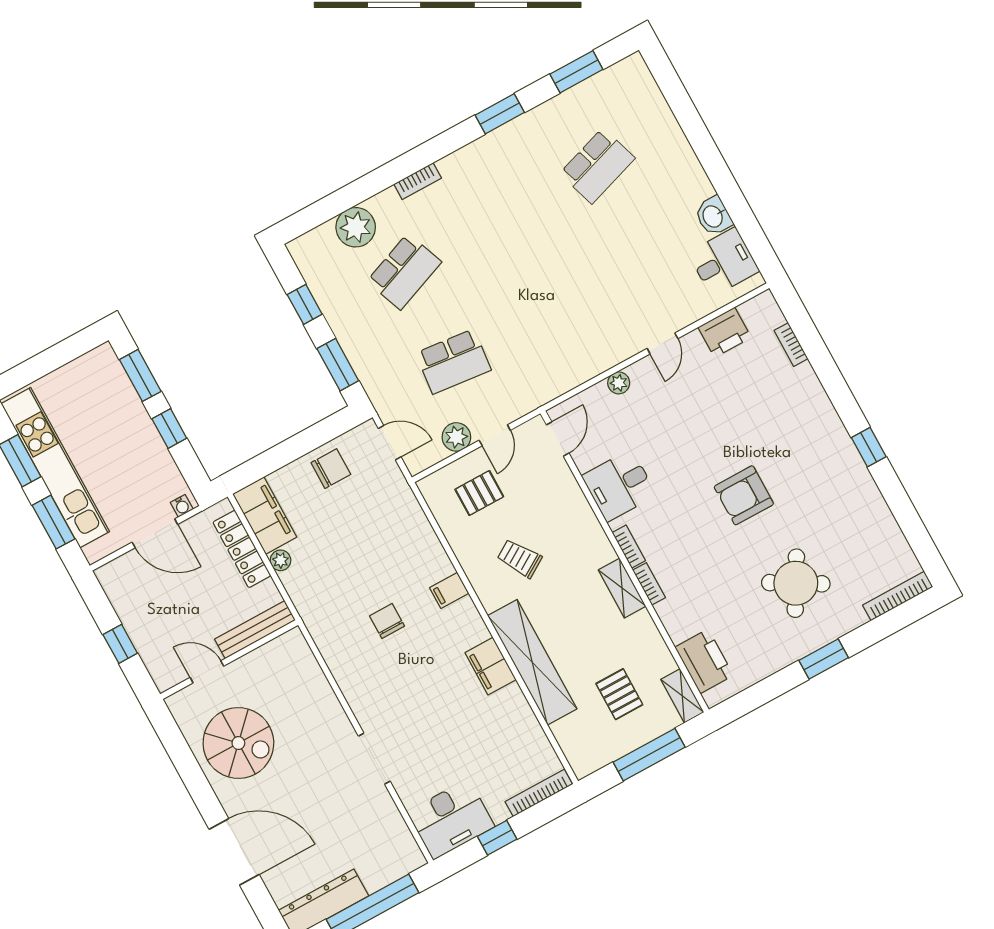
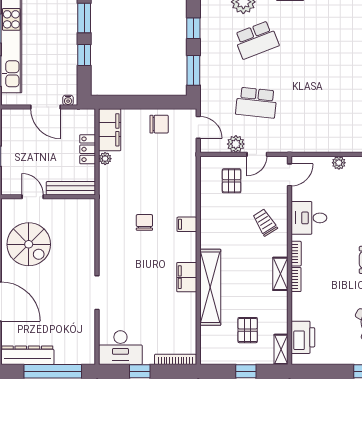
pallet: (479, 493) -> (232, 181), turned 90
locker: (242, 549) -> (88, 149), width x0.66
trolley: (520, 558) -> (265, 222), moved
window: (649, 755) -> (246, 371), width x0.46

